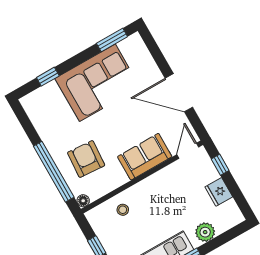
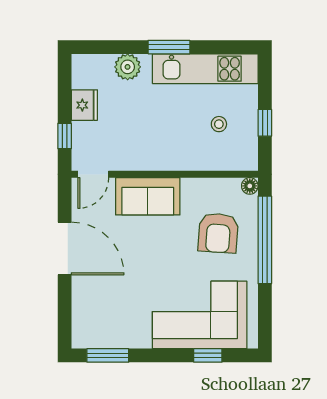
corner sofa: (97, 83) -> (200, 315), moved
stool: (123, 210) -> (219, 124), moved

